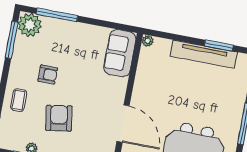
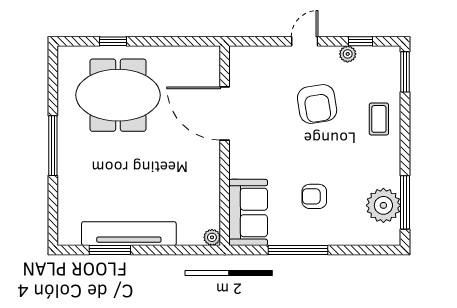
window: (57, 15) -> (298, 250), moved
plant: (30, 25) -> (383, 205), moved
armchair: (48, 74) -> (314, 196), moved

